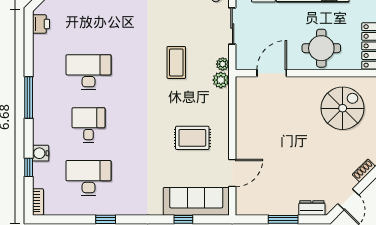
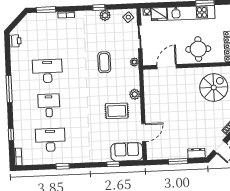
plant: (221, 80) -> (135, 94), moved
water cooler: (41, 153) -> (18, 125), removed
sofa: (196, 201) -> (127, 152), width x0.73

